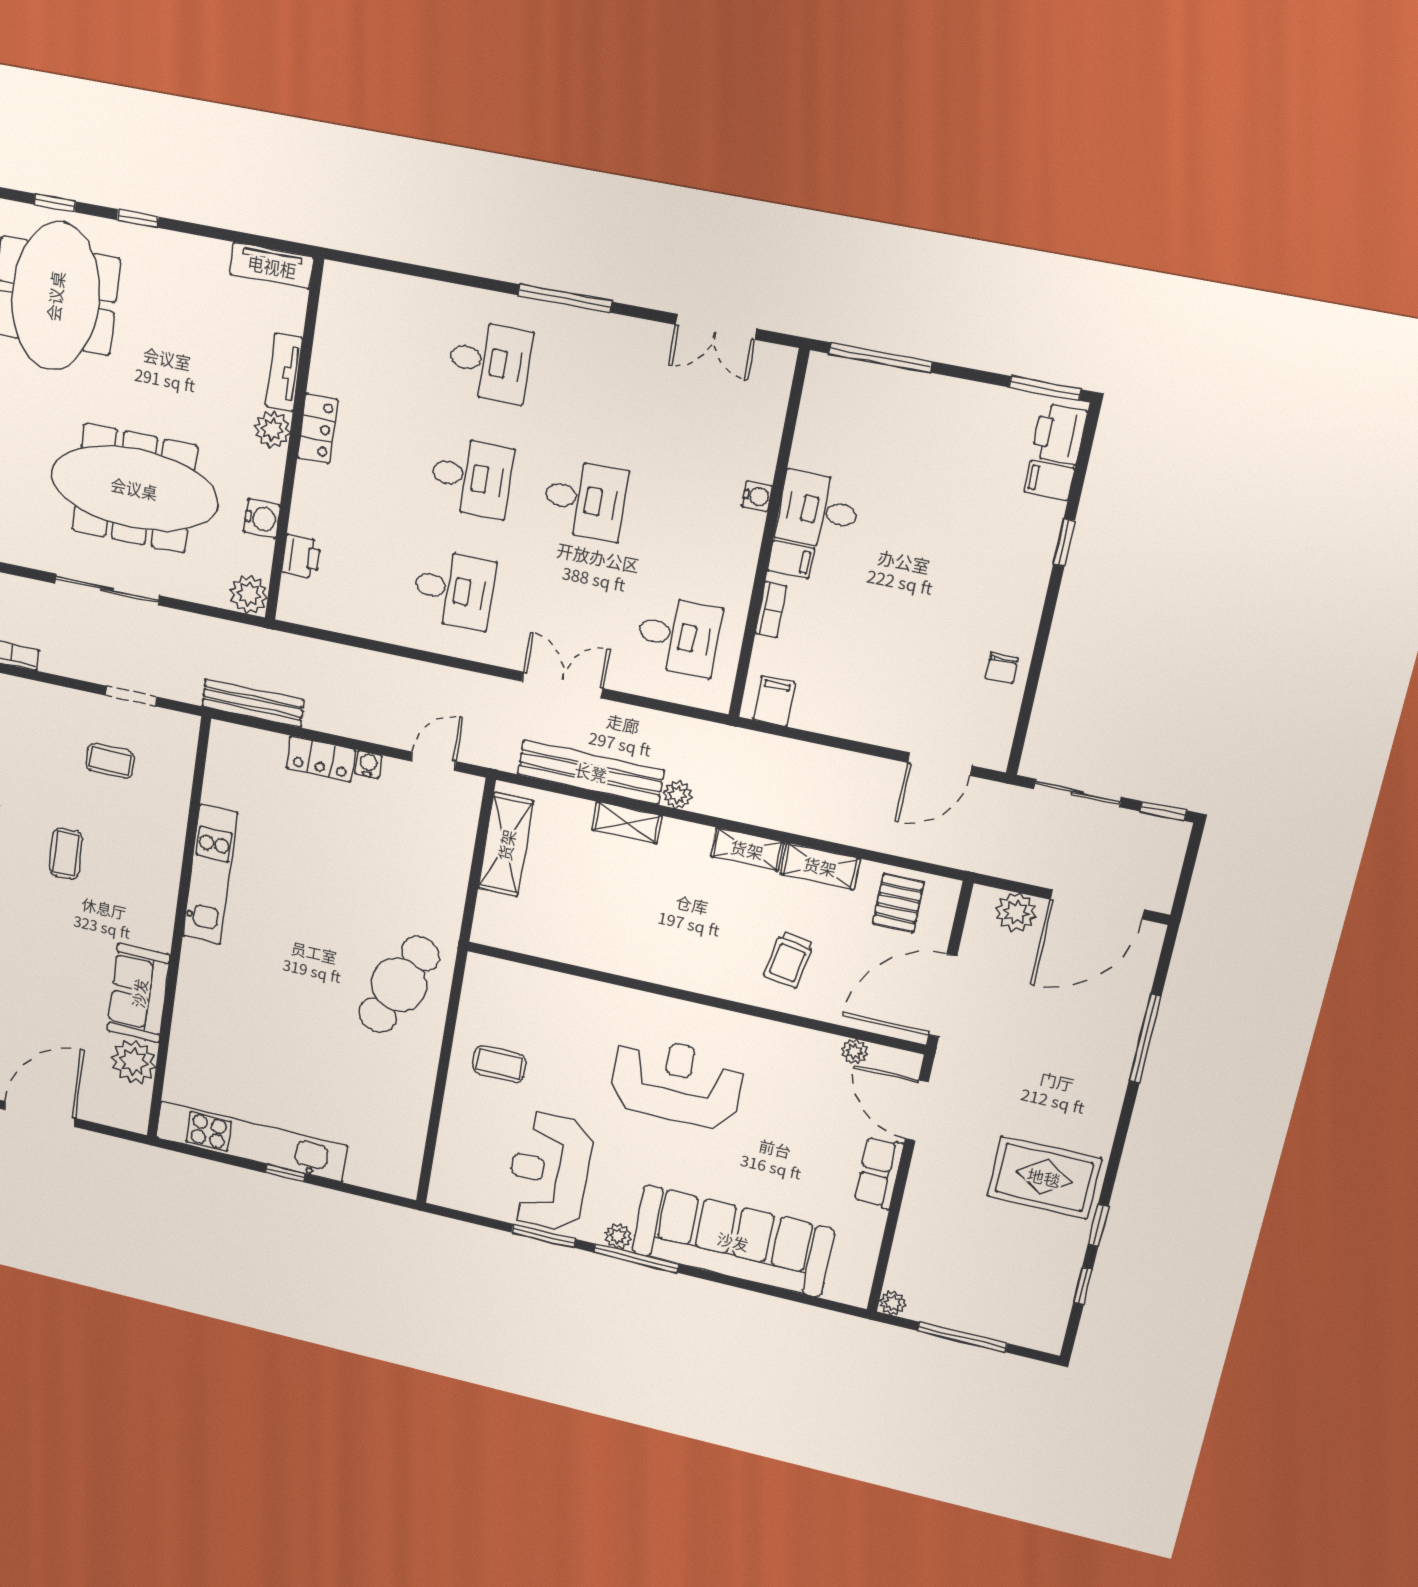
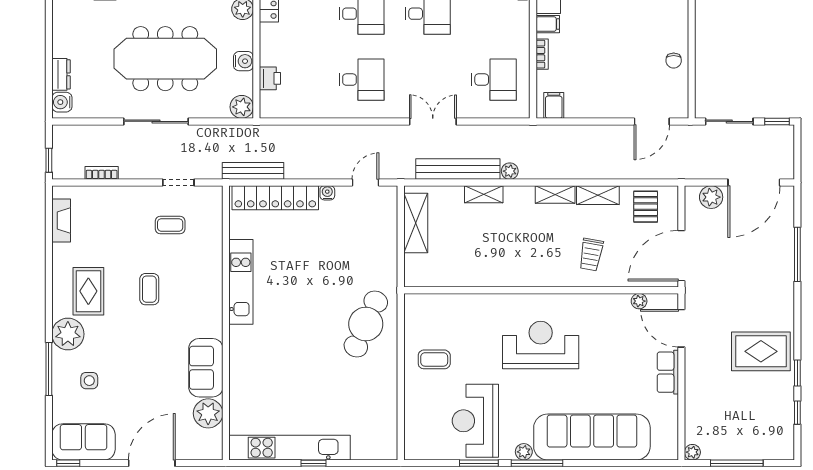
locker: (321, 759) -> (275, 198), width x2.16, depth x1.21

